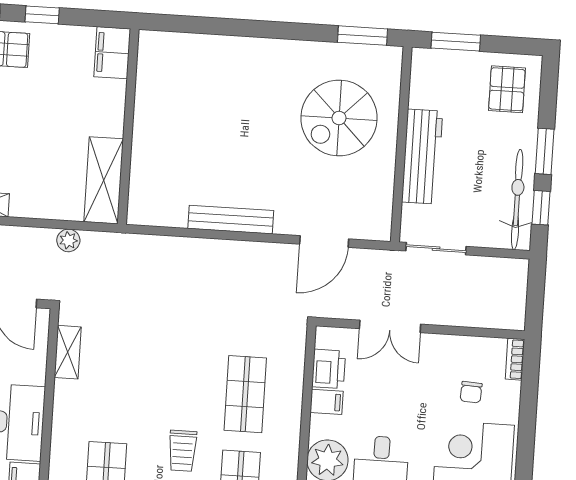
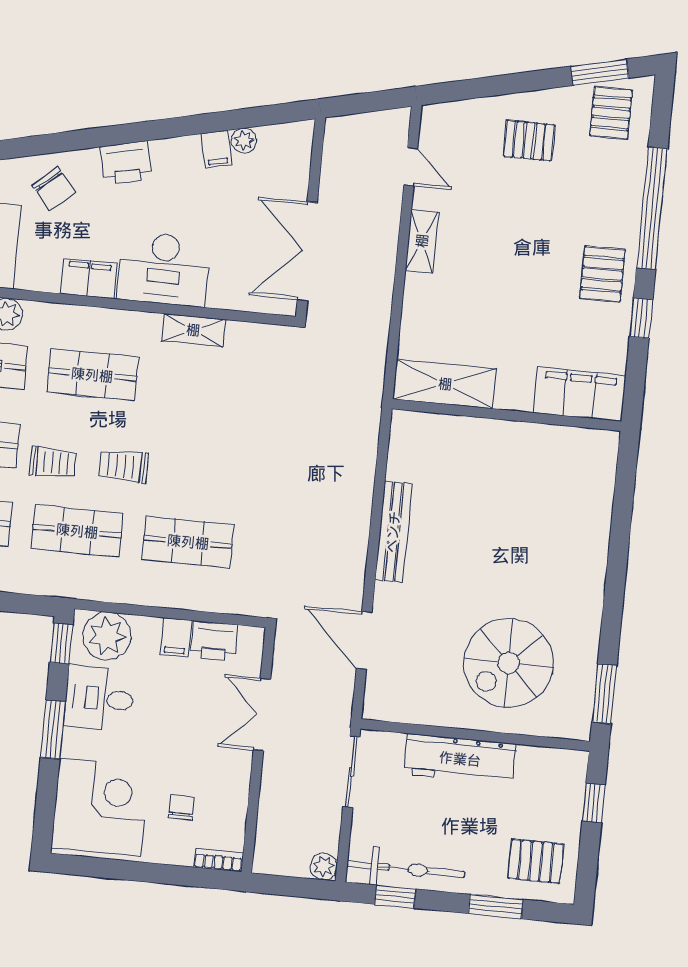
window: (456, 42) -> (594, 803), width x0.67
filing cabinet: (112, 53) -> (580, 394), width x1.50, depth x1.17
spiral stairs: (339, 118) -> (509, 663), turned -90
window: (545, 151) -> (496, 907), moved
plant: (68, 240) -> (324, 867), moved
shelving: (68, 352) -> (193, 330), moved
chair: (471, 392) -> (181, 807), turned 87

